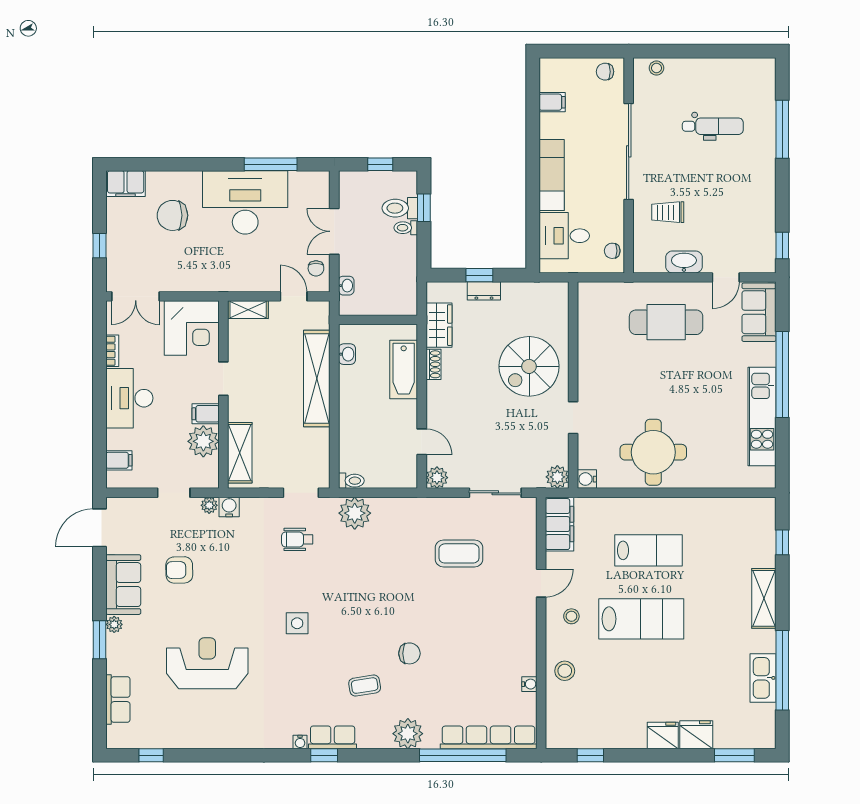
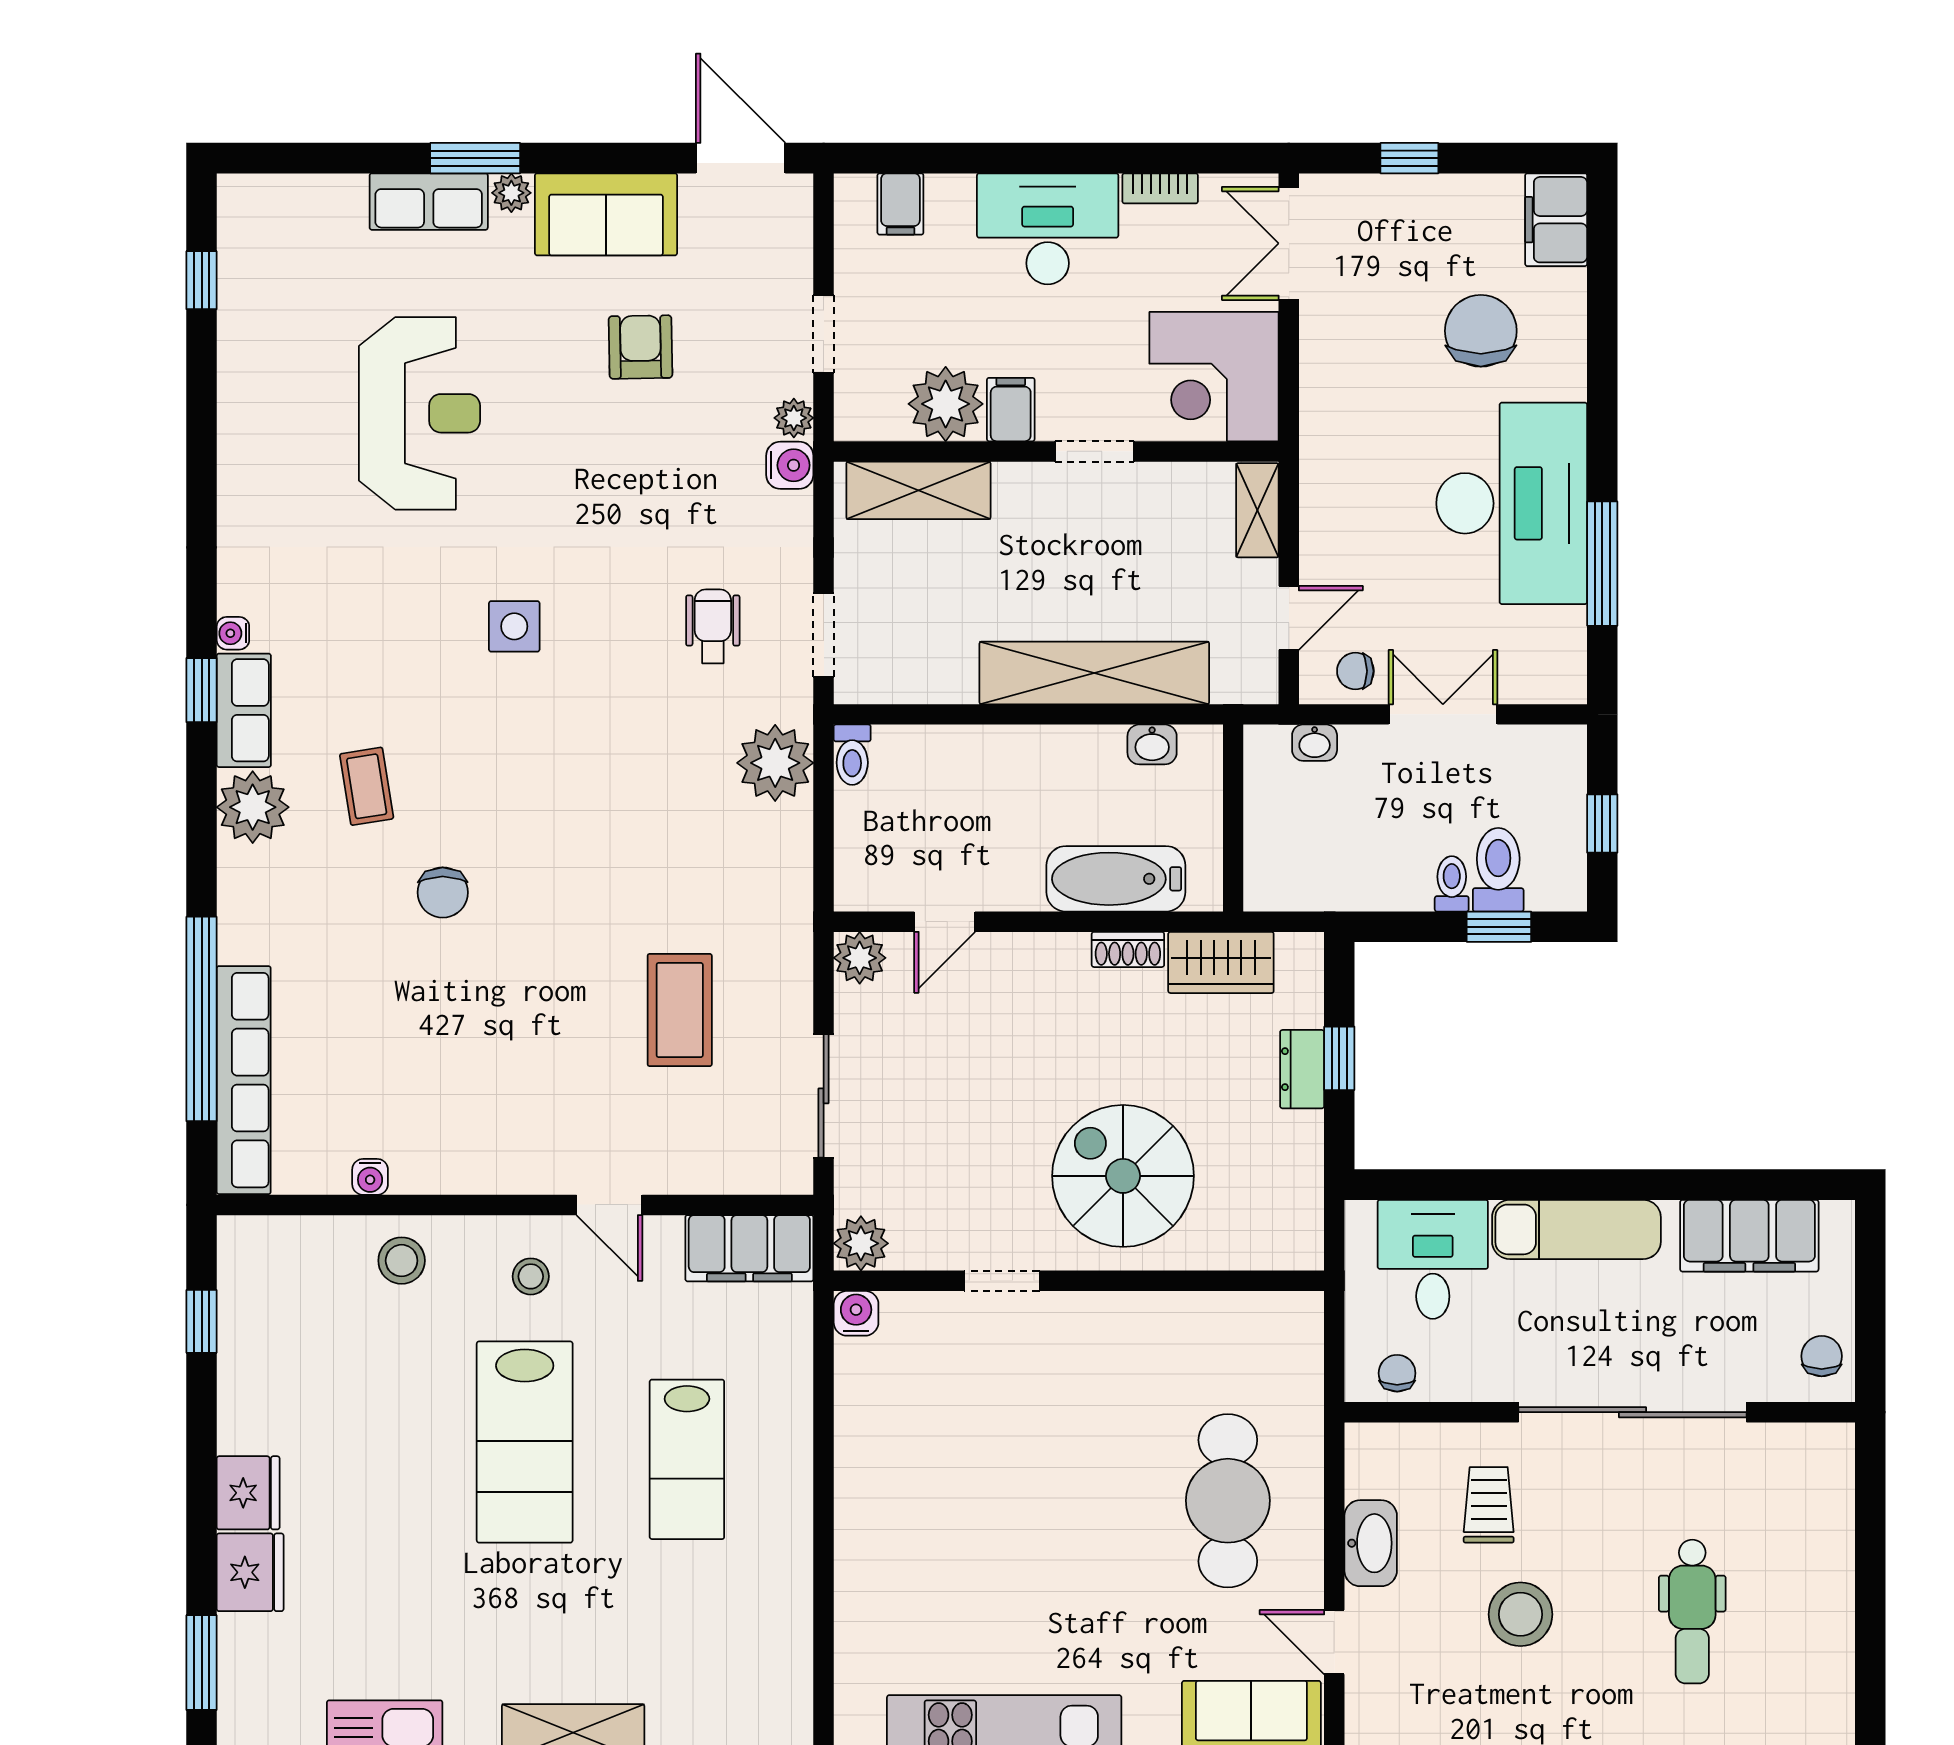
stool: (656, 68) -> (1520, 1614), moved, width x1.89, depth x1.89
filing cabinet: (552, 102) -> (1749, 1236), width x3.00, depth x1.17
round table: (653, 452) -> (920, 1471), removed
row of seats: (118, 699) -> (429, 202), moved
plant: (408, 734) -> (253, 807), moved

